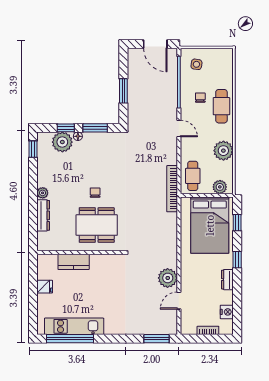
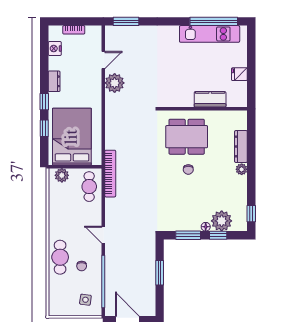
plant: (223, 151) -> (58, 212), removed
window: (237, 223) -> (44, 128), moved

